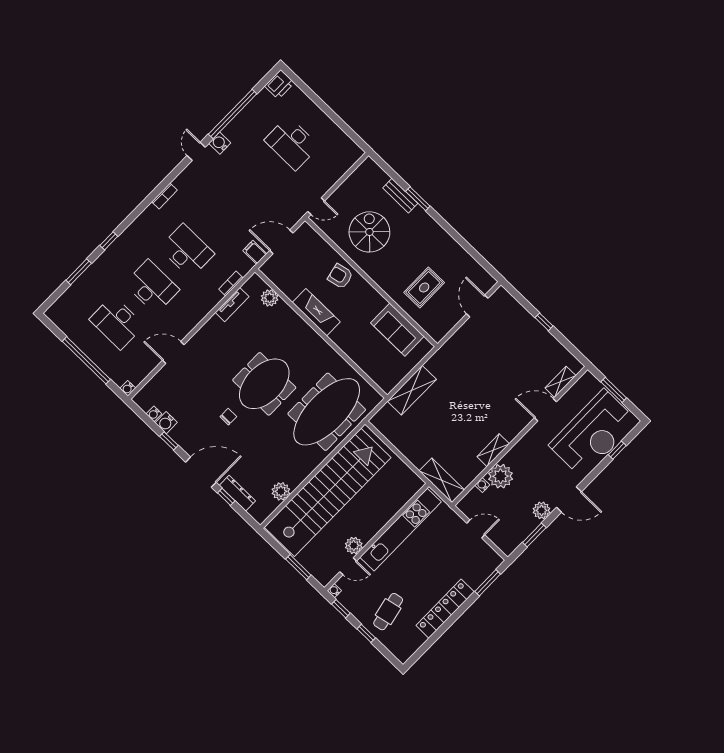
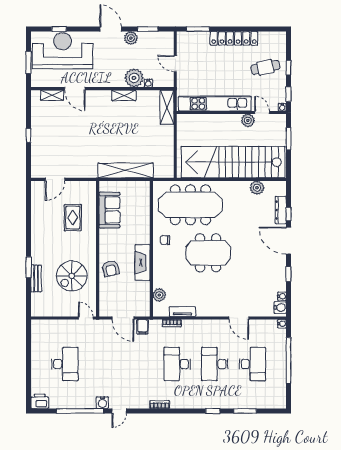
rug: (424, 287) -> (73, 218), turned 90
shelving: (412, 390) -> (126, 170), width x1.47
chair: (228, 417) -> (165, 240), moved
water cooler: (166, 423) -> (280, 307), moved

